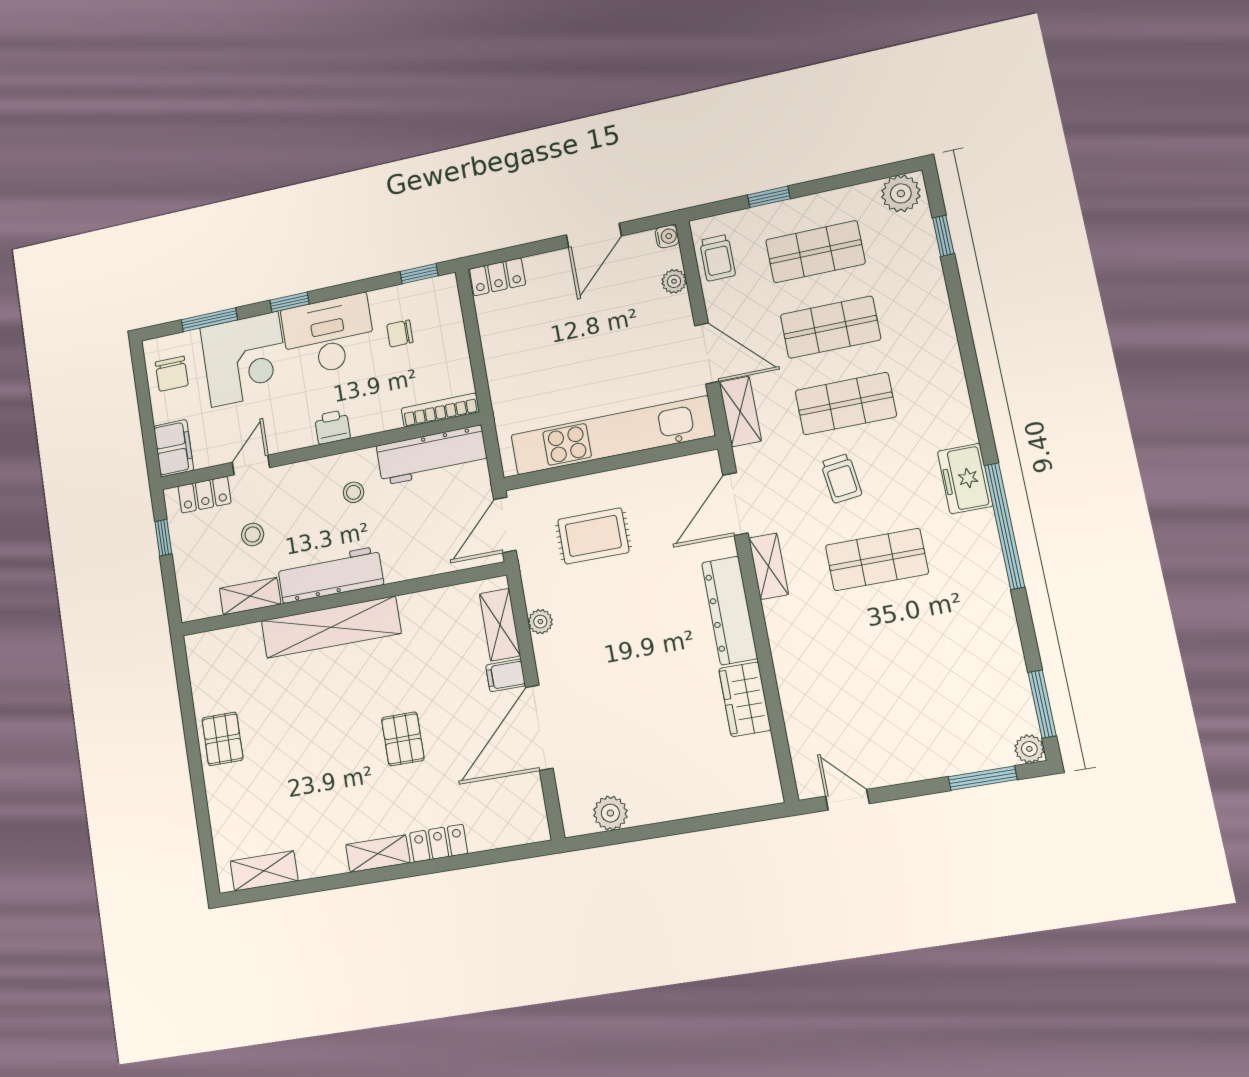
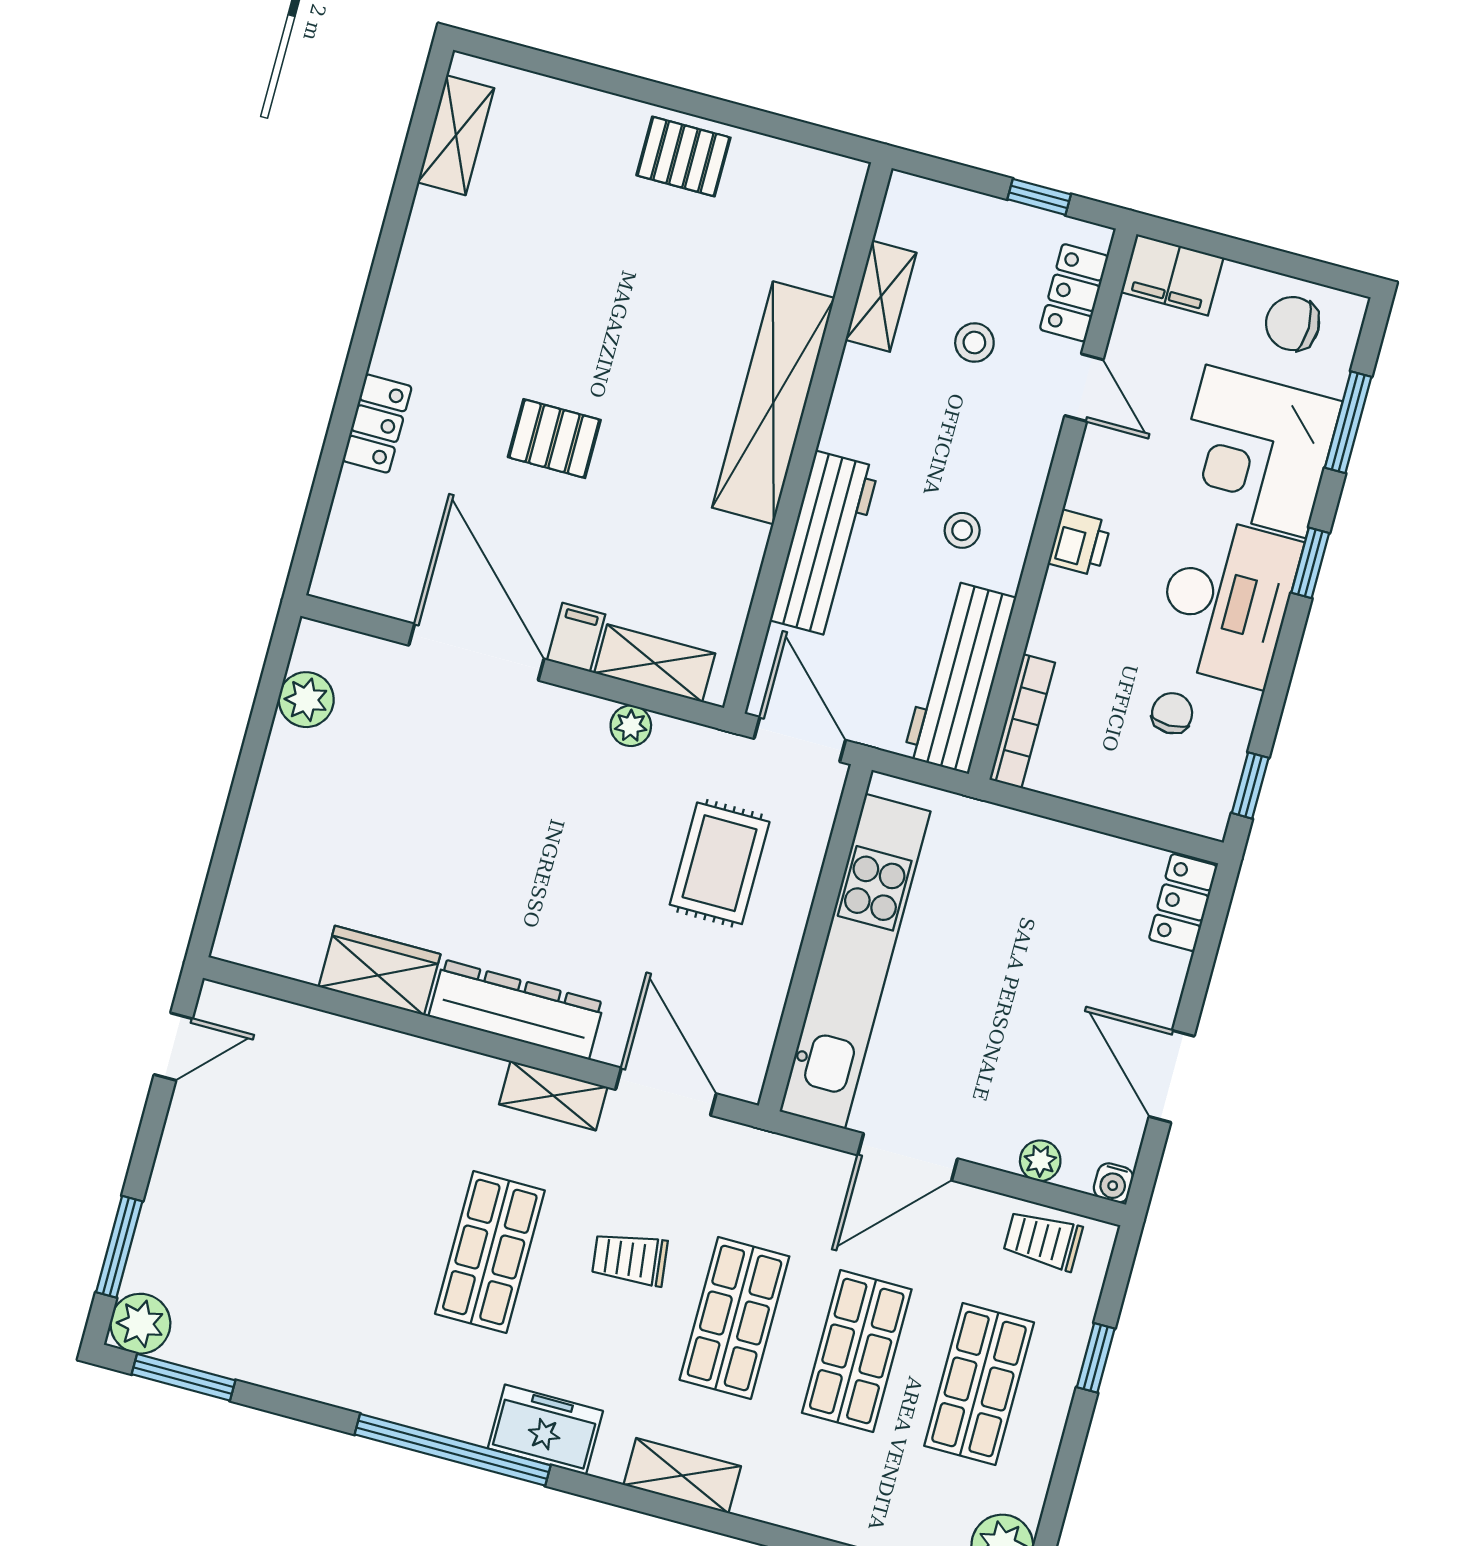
shelving: (740, 412) -> (682, 1476), moved
workbench: (330, 575) -> (824, 544), moved
plant: (1029, 749) -> (140, 1324), width x1.38, depth x1.38
shelving: (378, 854) -> (403, 324), removed

